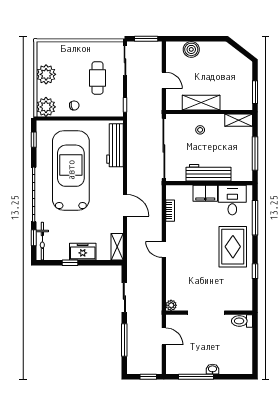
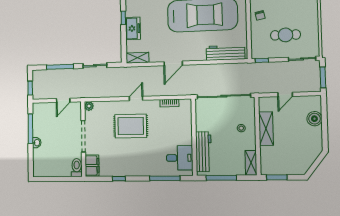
workbench: (209, 173) -> (204, 152), moved
filing cabinet: (205, 193) -> (92, 166), moved, turned 180
rug: (233, 247) -> (131, 126), moved

